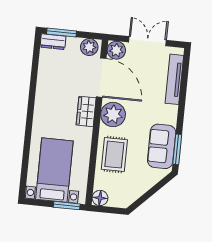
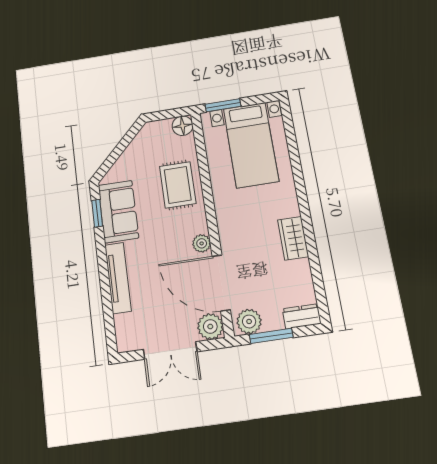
window: (62, 32) -> (271, 336), moved
tv unit: (174, 79) -> (118, 278), moved
wardrobe: (86, 111) -> (293, 238), moved, turned 180
plant: (113, 115) -> (202, 243), width x0.53, depth x0.53
window: (177, 149) -> (97, 213), width x0.67

